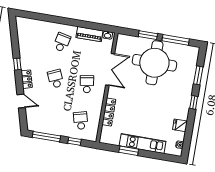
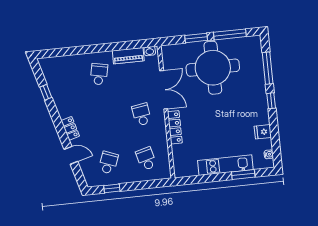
window: (17, 64) -> (46, 92), moved
window: (198, 75) -> (268, 68), width x1.44
school desk: (56, 79) -> (108, 163), moved, turned 45
locker: (109, 112) -> (175, 127), moved
window: (46, 137) -> (112, 188), width x0.46
window: (74, 141) -> (146, 185), removed
window: (129, 151) -> (243, 175), moved

